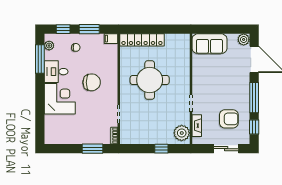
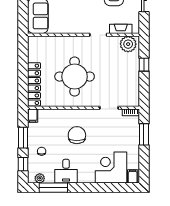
corner desk: (60, 99) -> (111, 168), moved
filing cabinet: (51, 137) -> (133, 176), added

